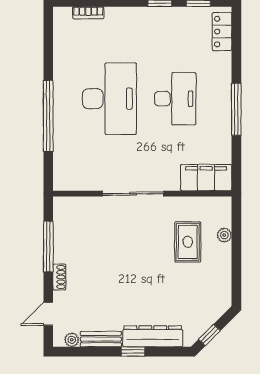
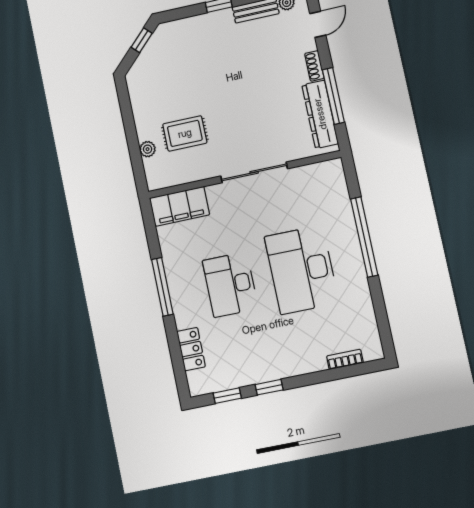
locker: (222, 32) -> (191, 349), moved
rug: (188, 242) -> (185, 133), turned 90
dresser: (153, 336) -> (320, 114), moved, turned 90

